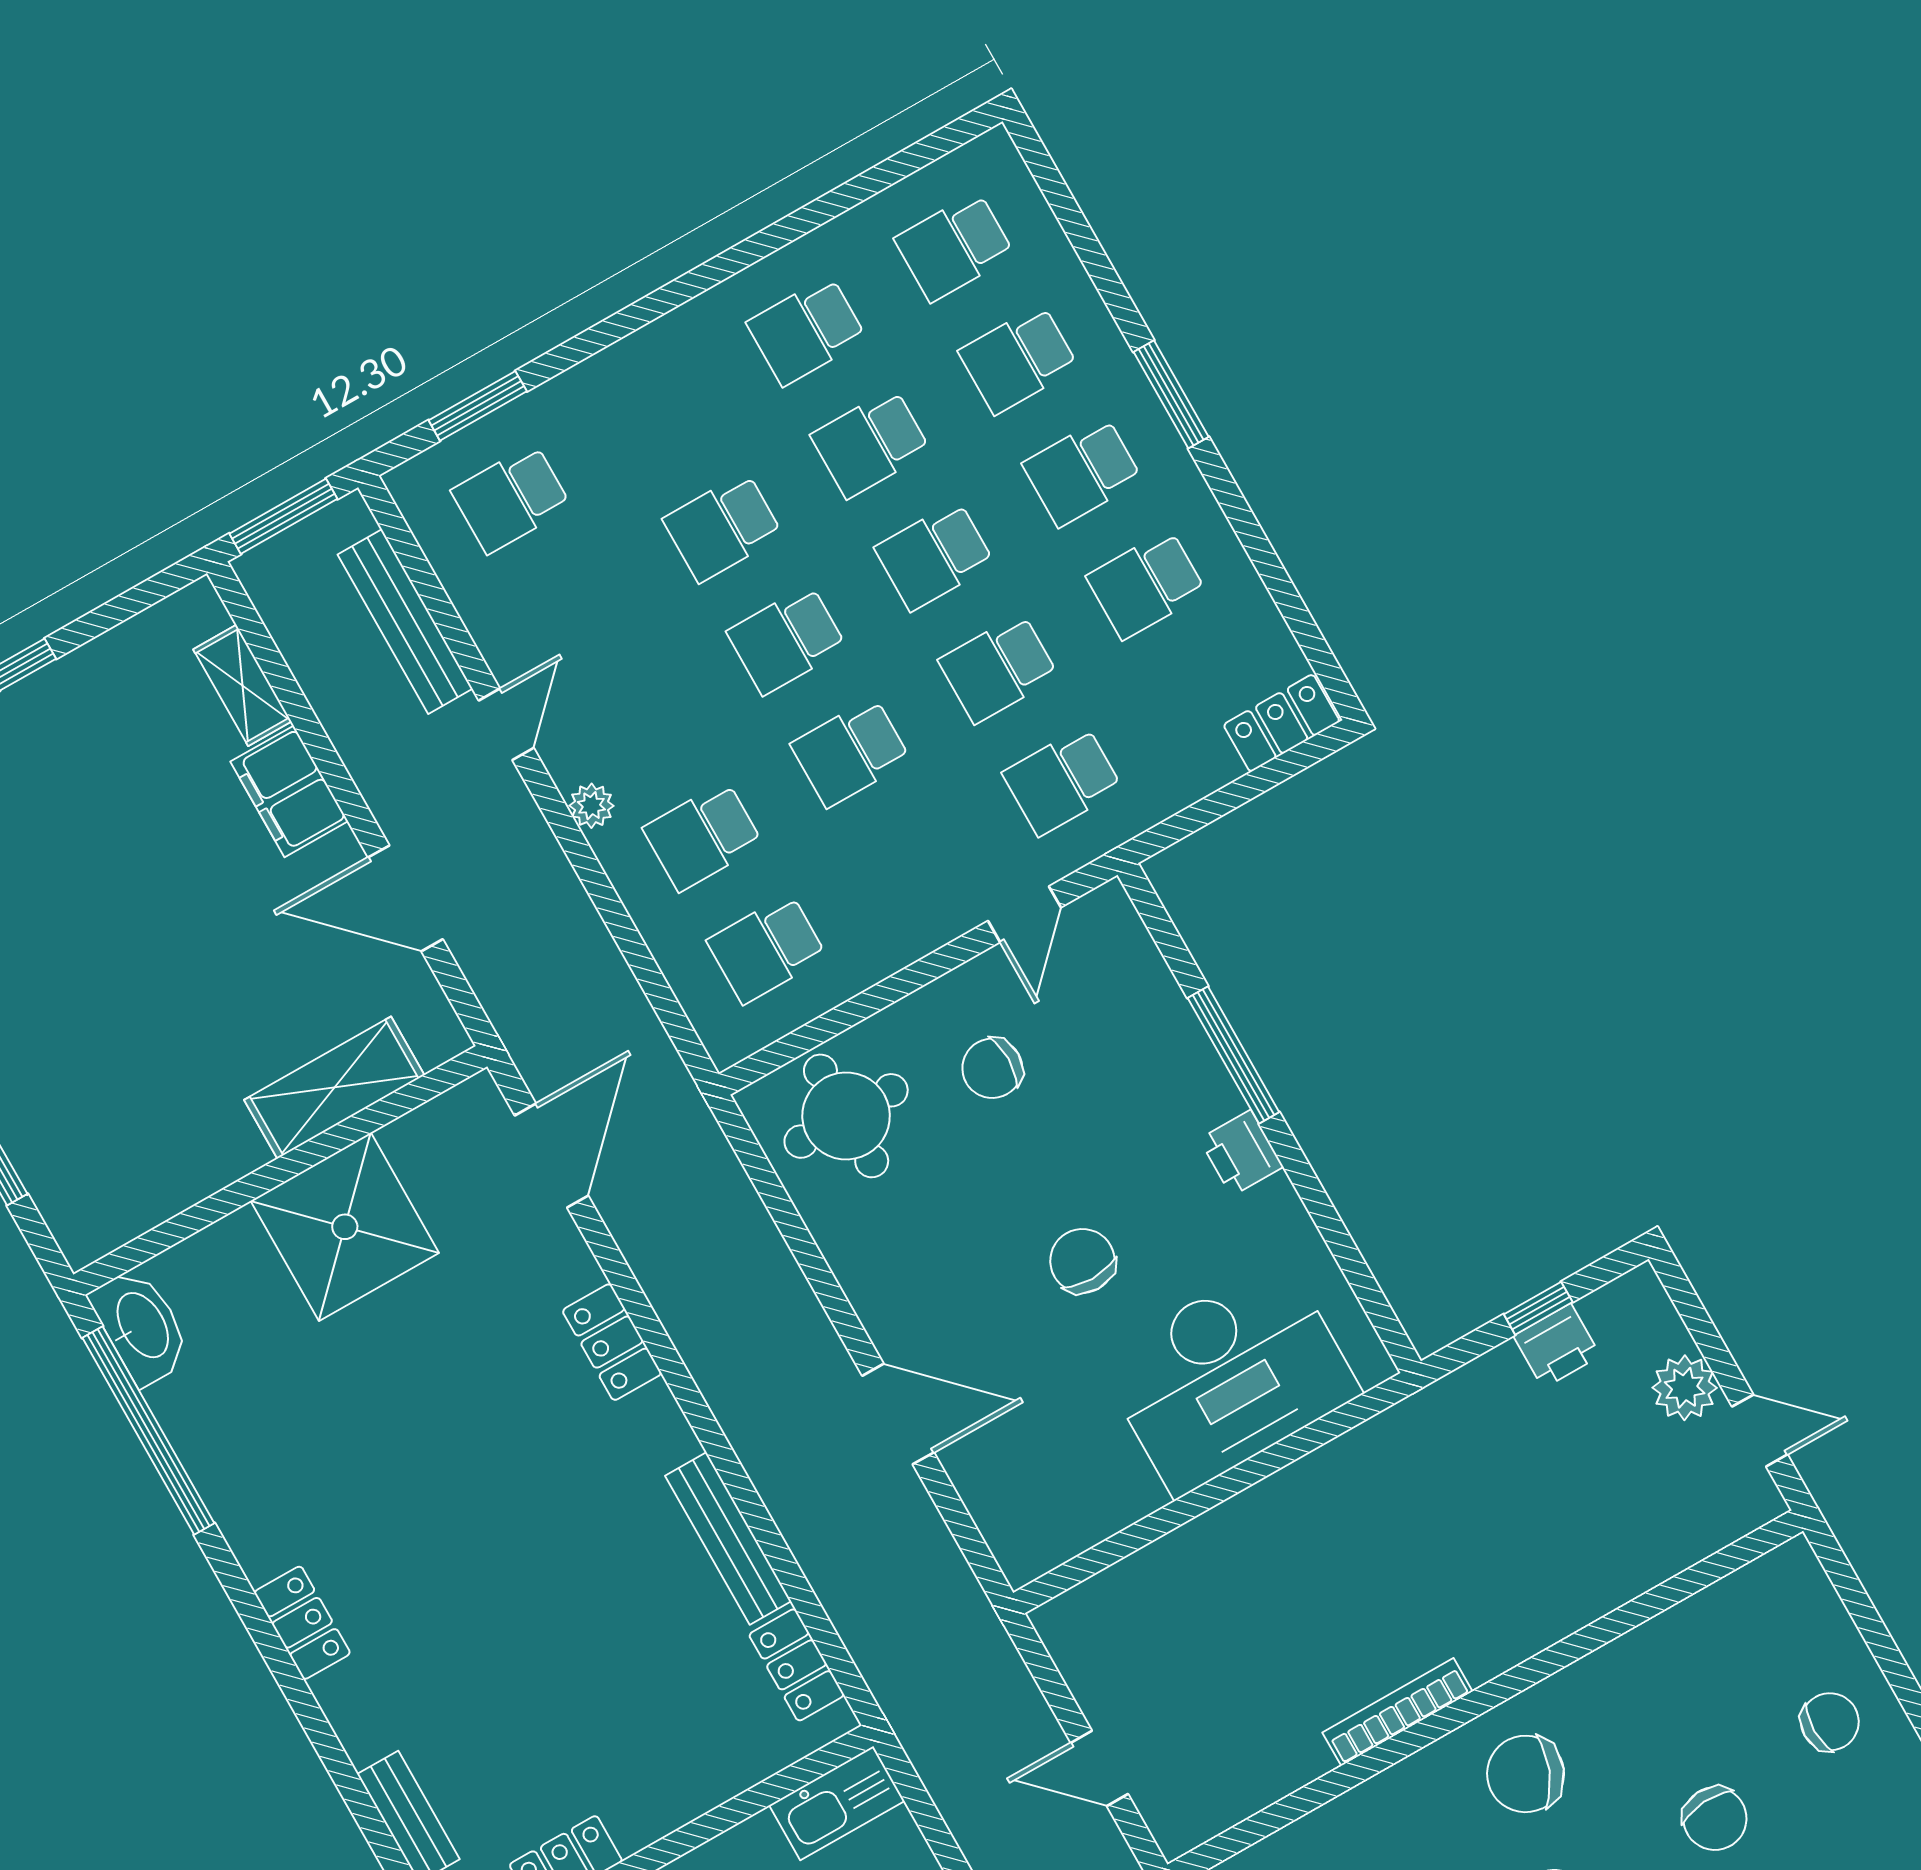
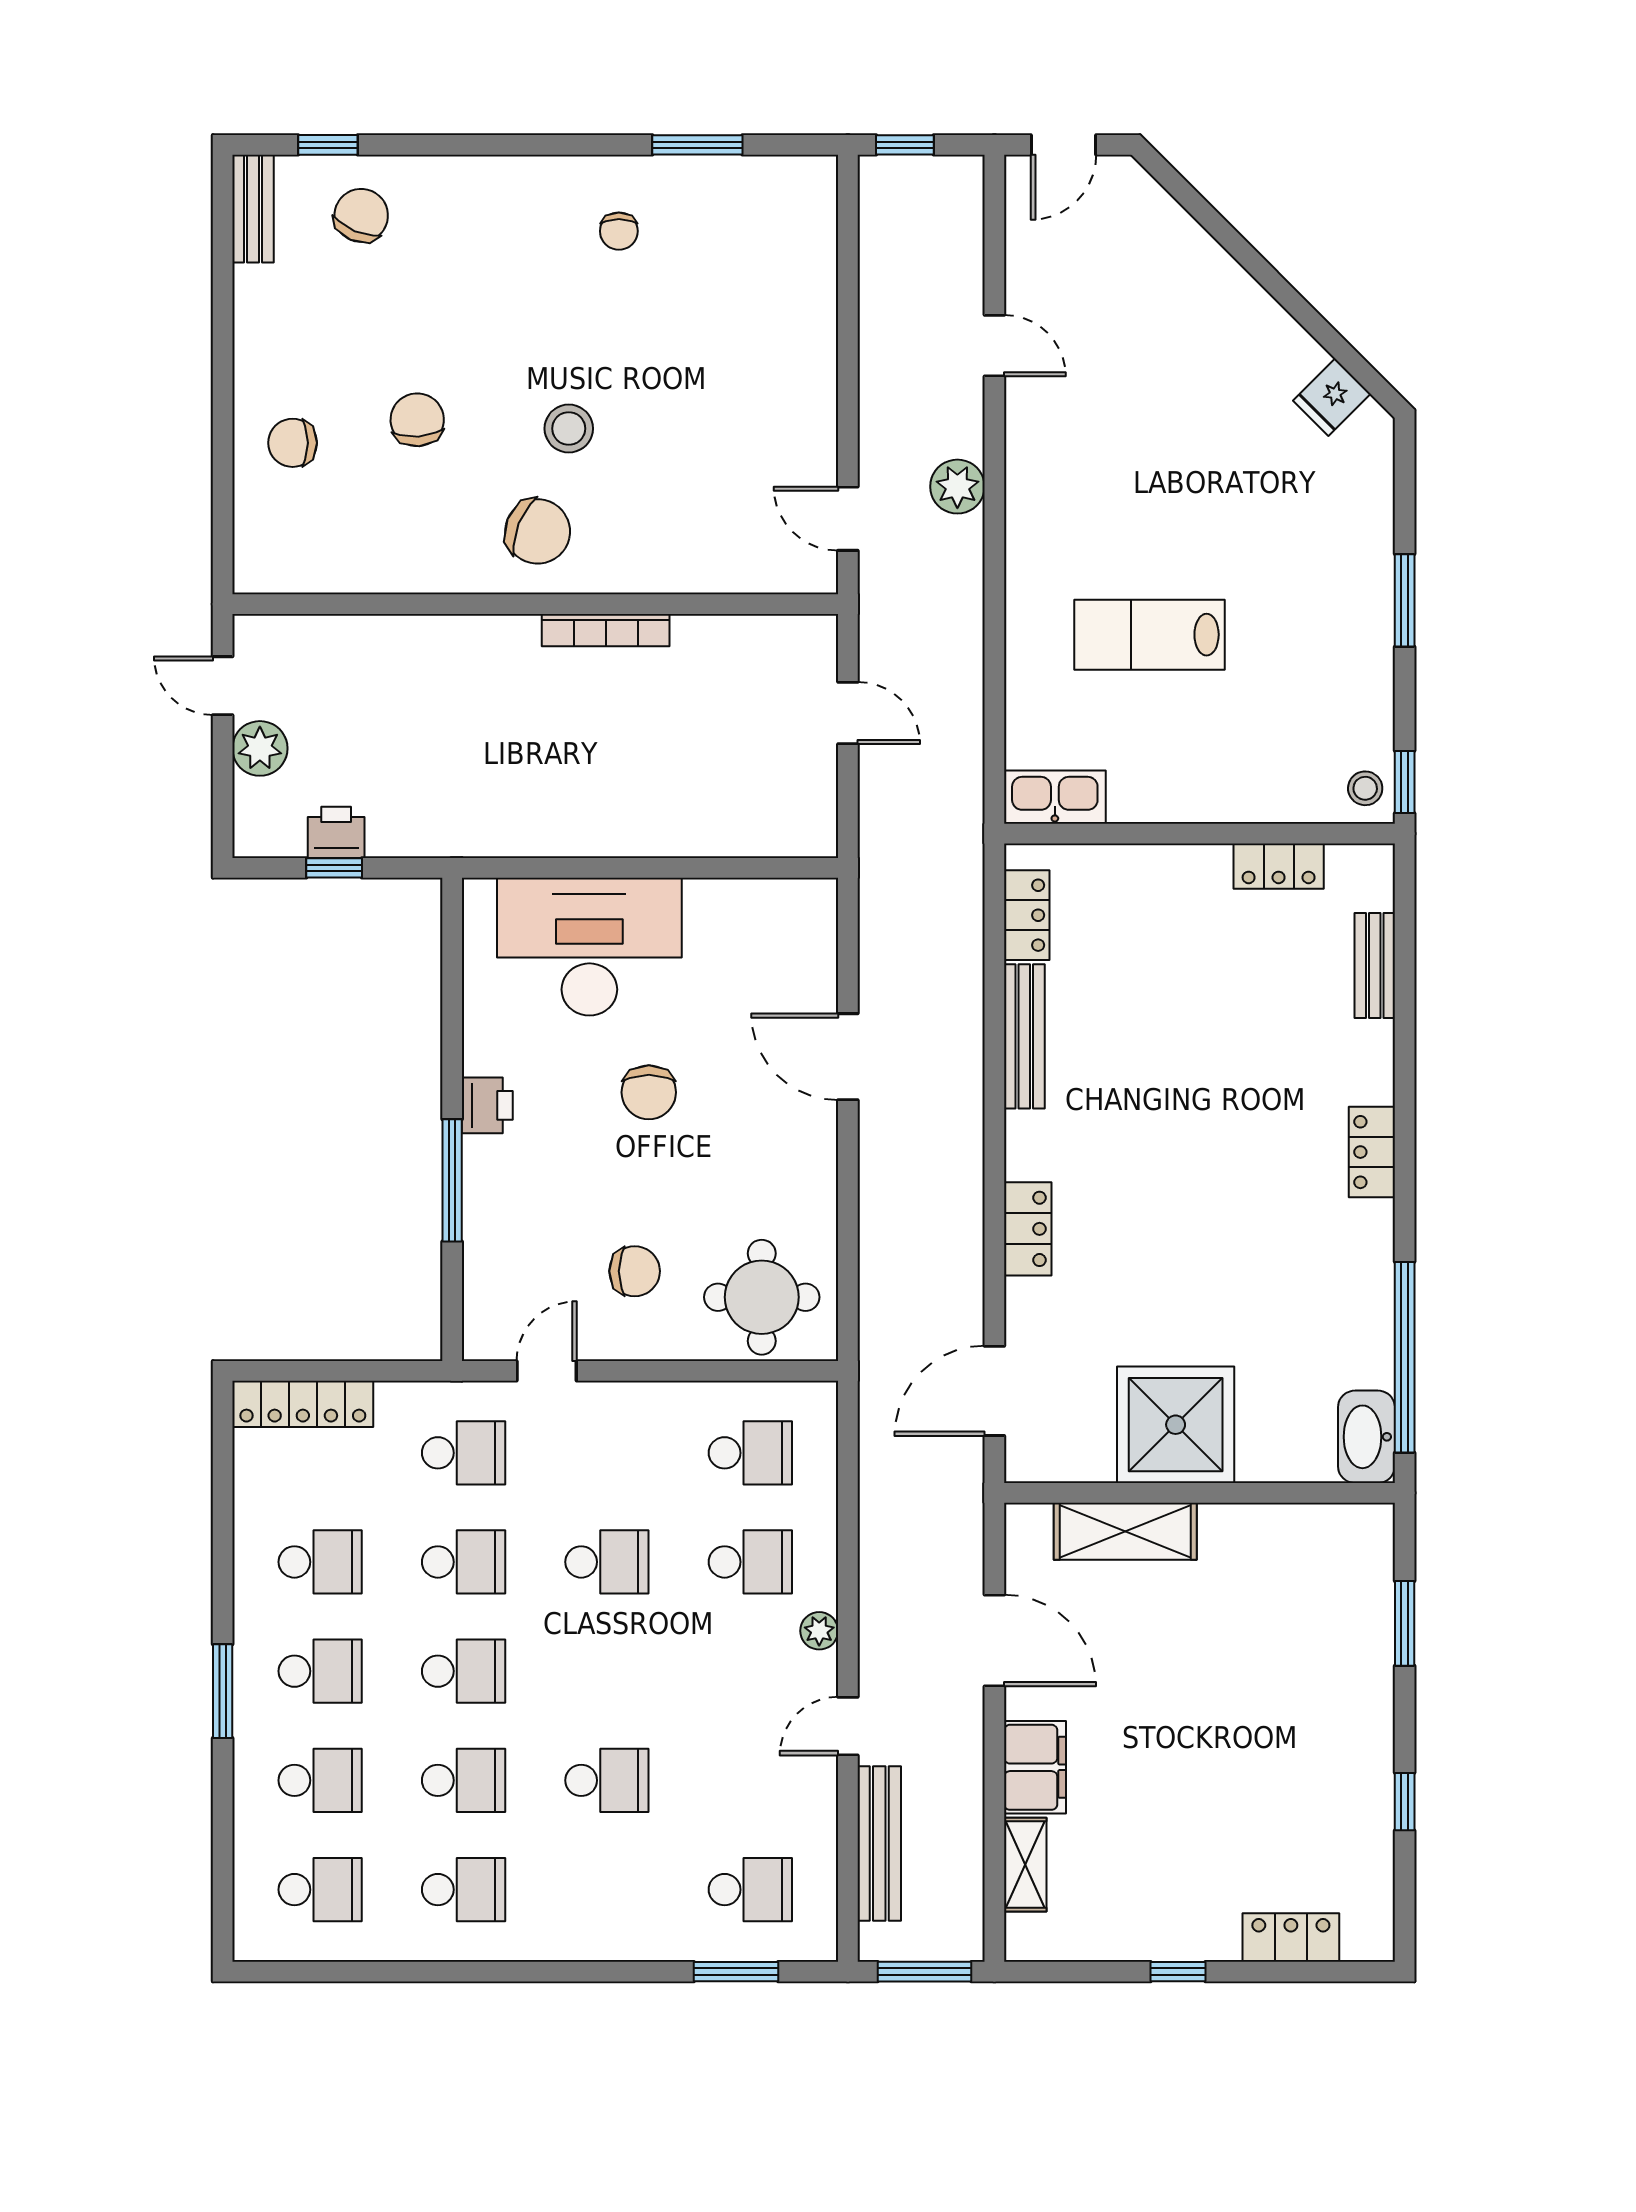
school desk: (787, 640) -> (607, 1671), removed
locker: (1282, 723) -> (303, 1404), width x1.53

